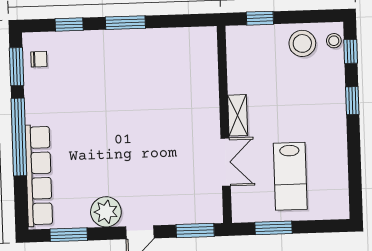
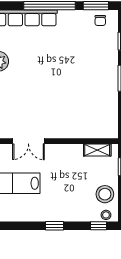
window: (352, 101) -> (55, 226), moved
shelving: (238, 115) -> (97, 150), moved

